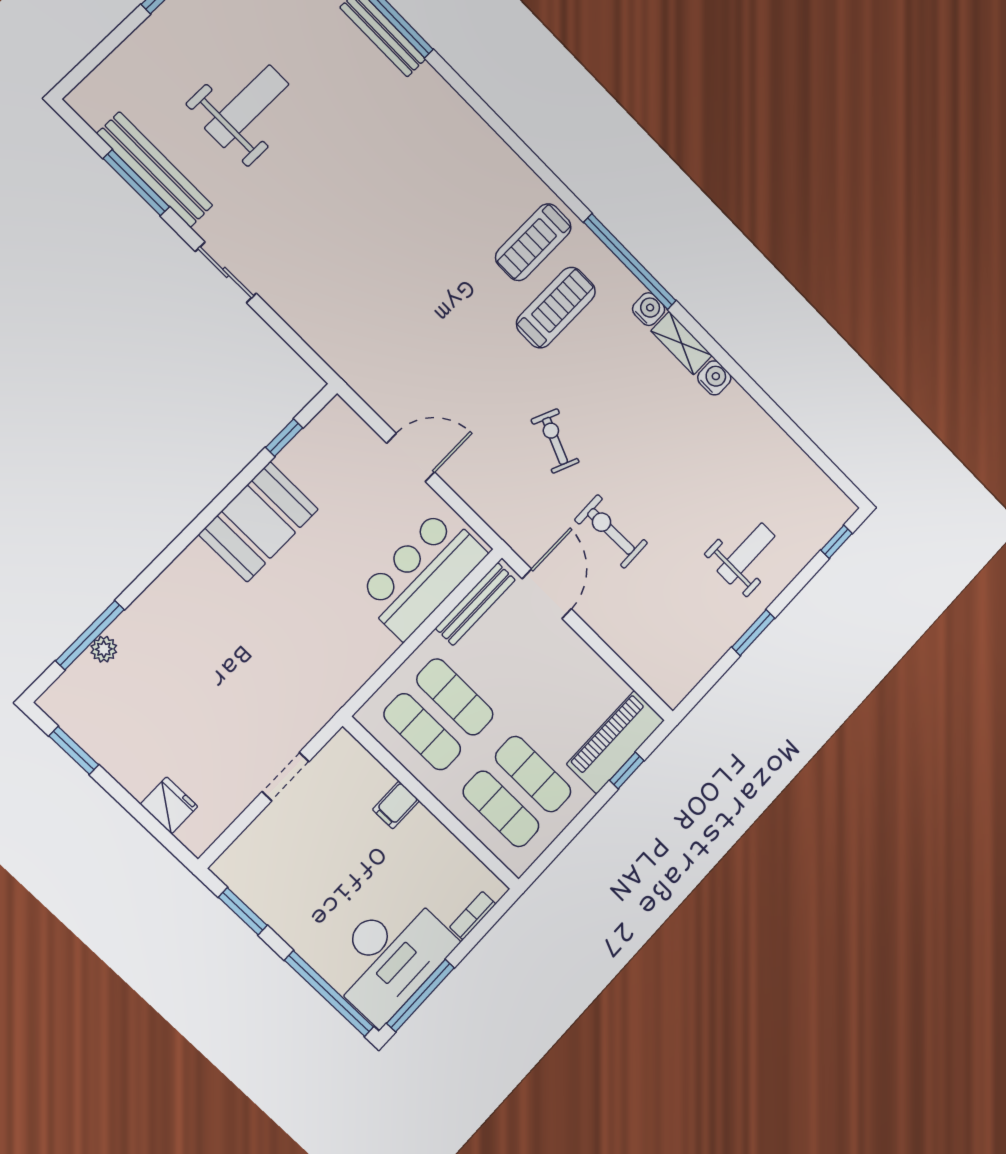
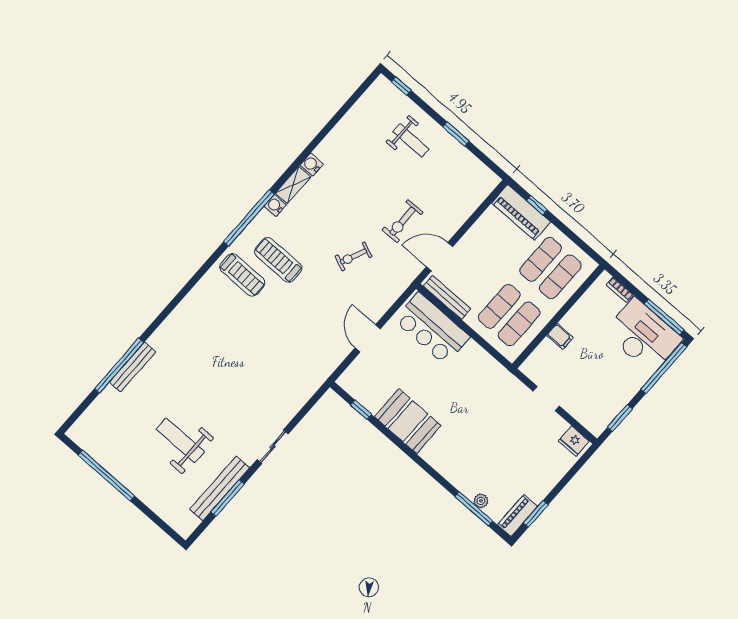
weight bench: (746, 553) -> (411, 140), turned 180
piano: (72, 716) -> (517, 515), added
fridge: (169, 805) -> (574, 441), moved, turned -90

